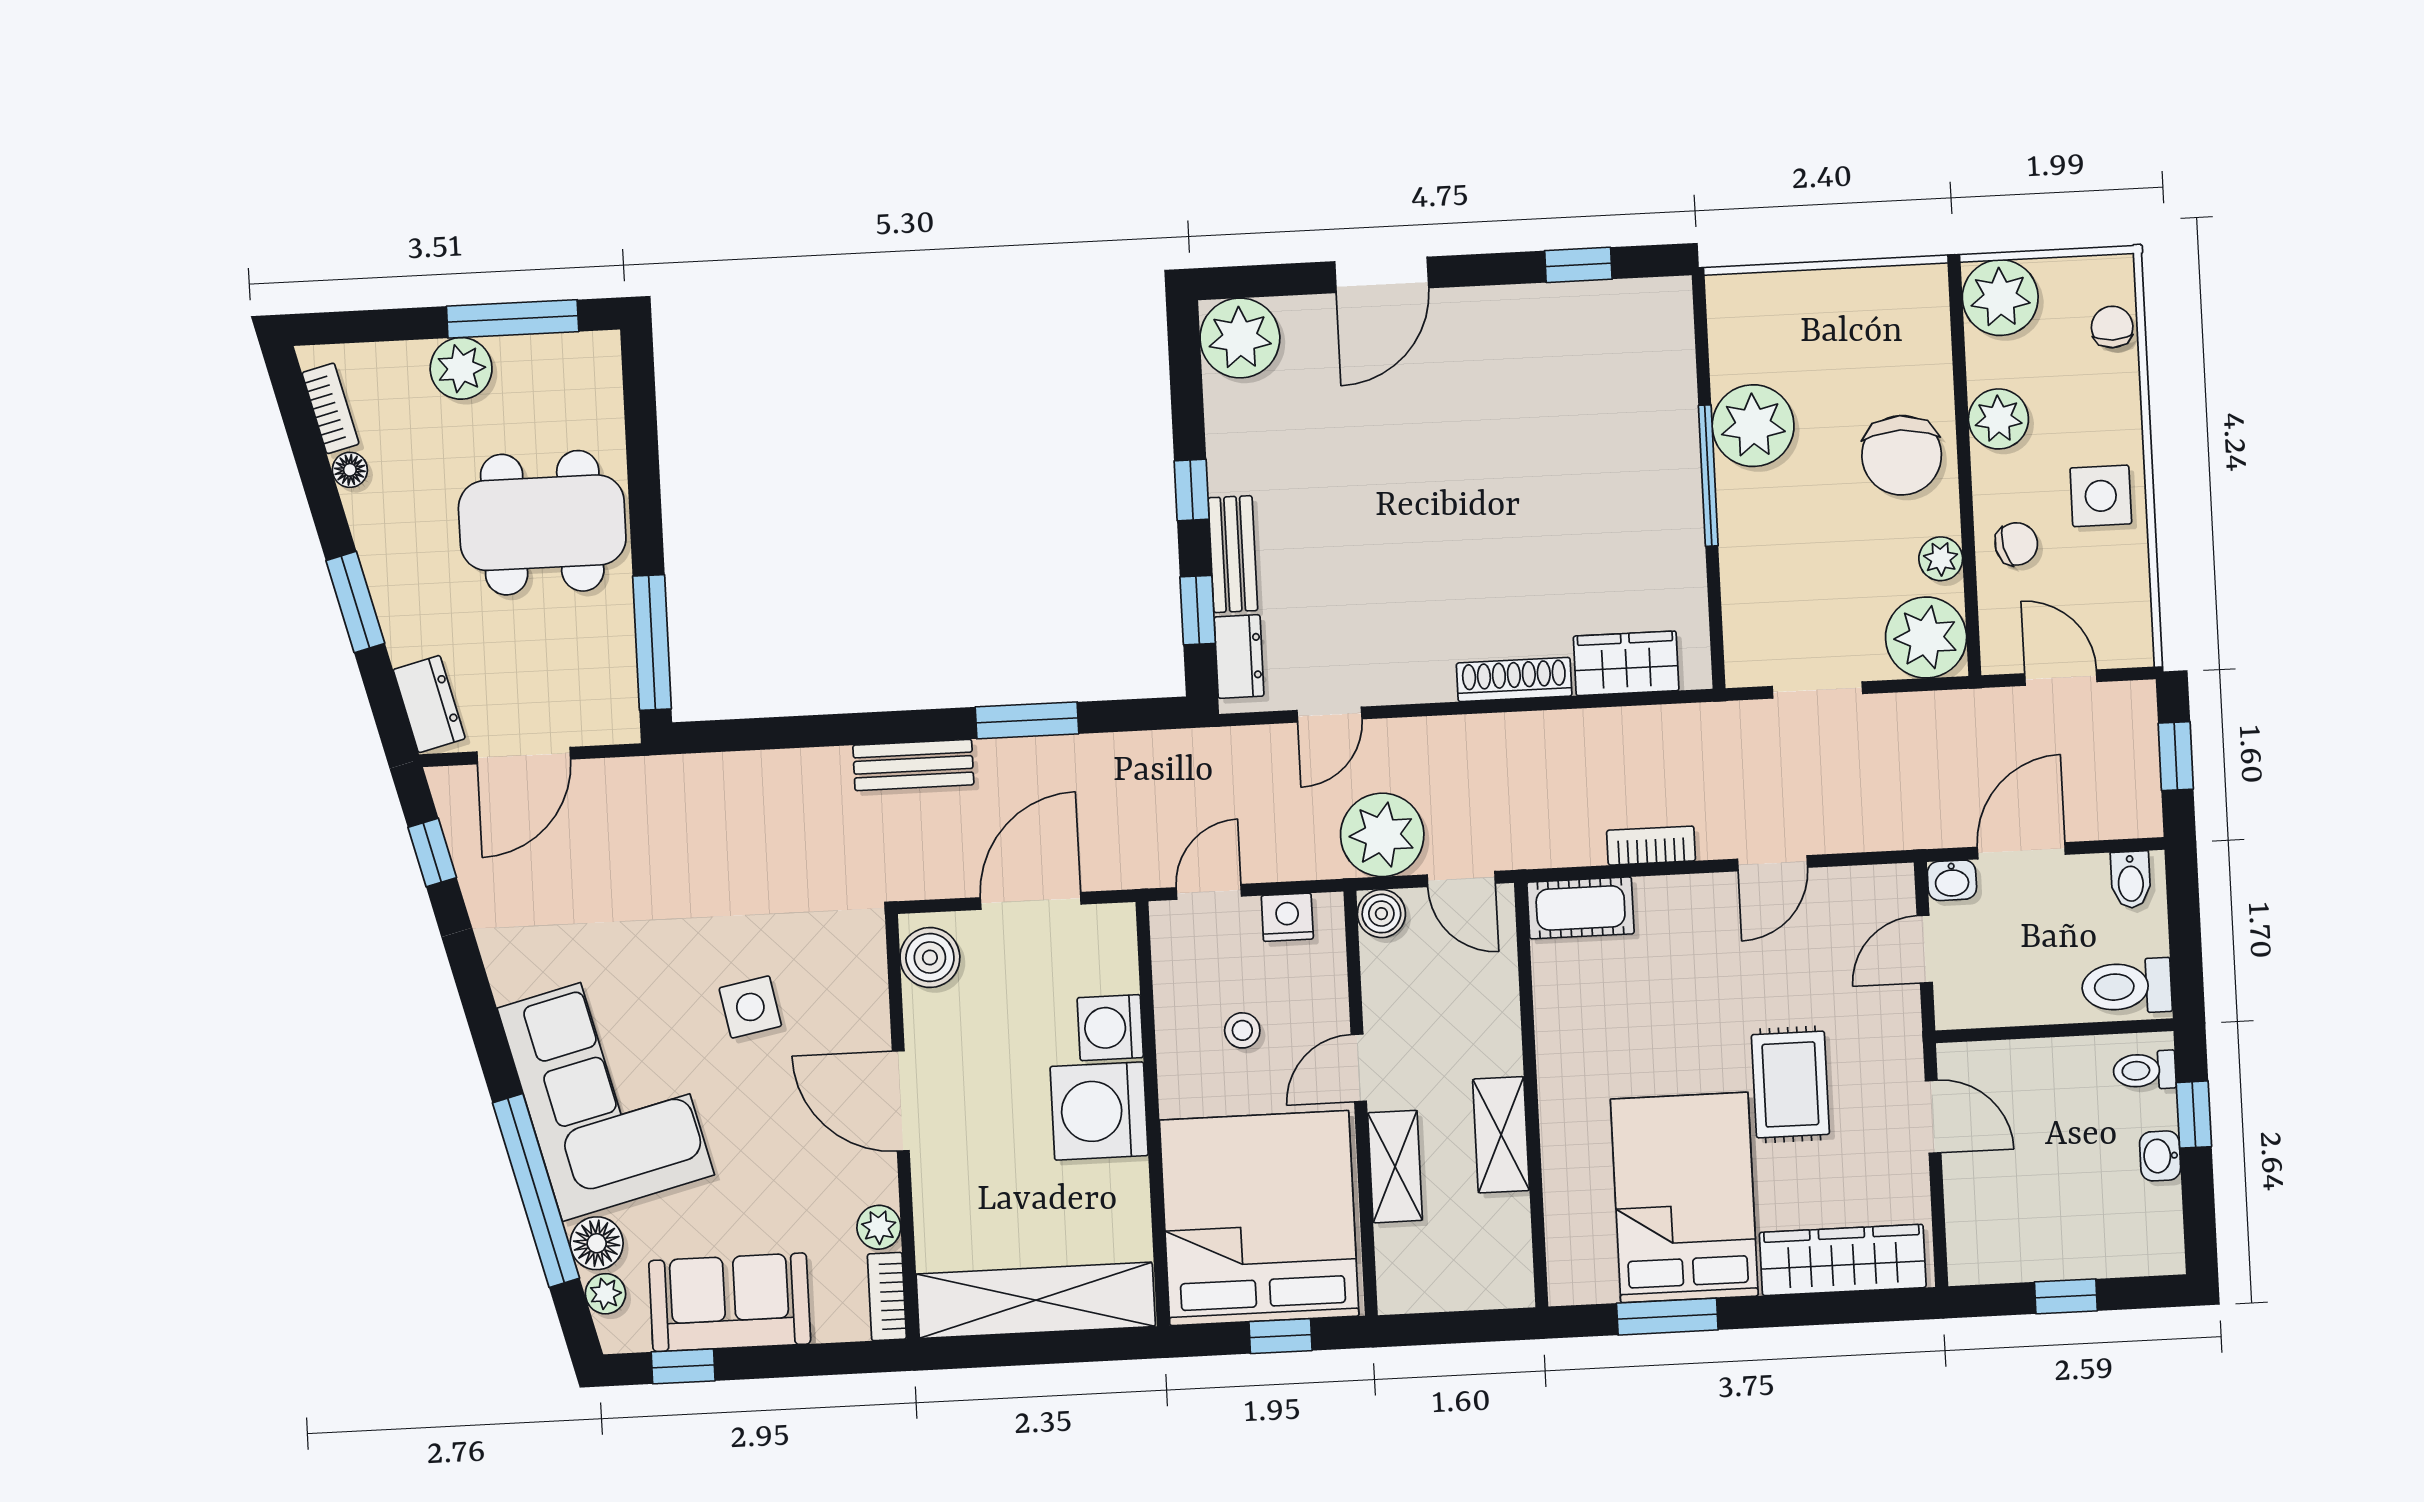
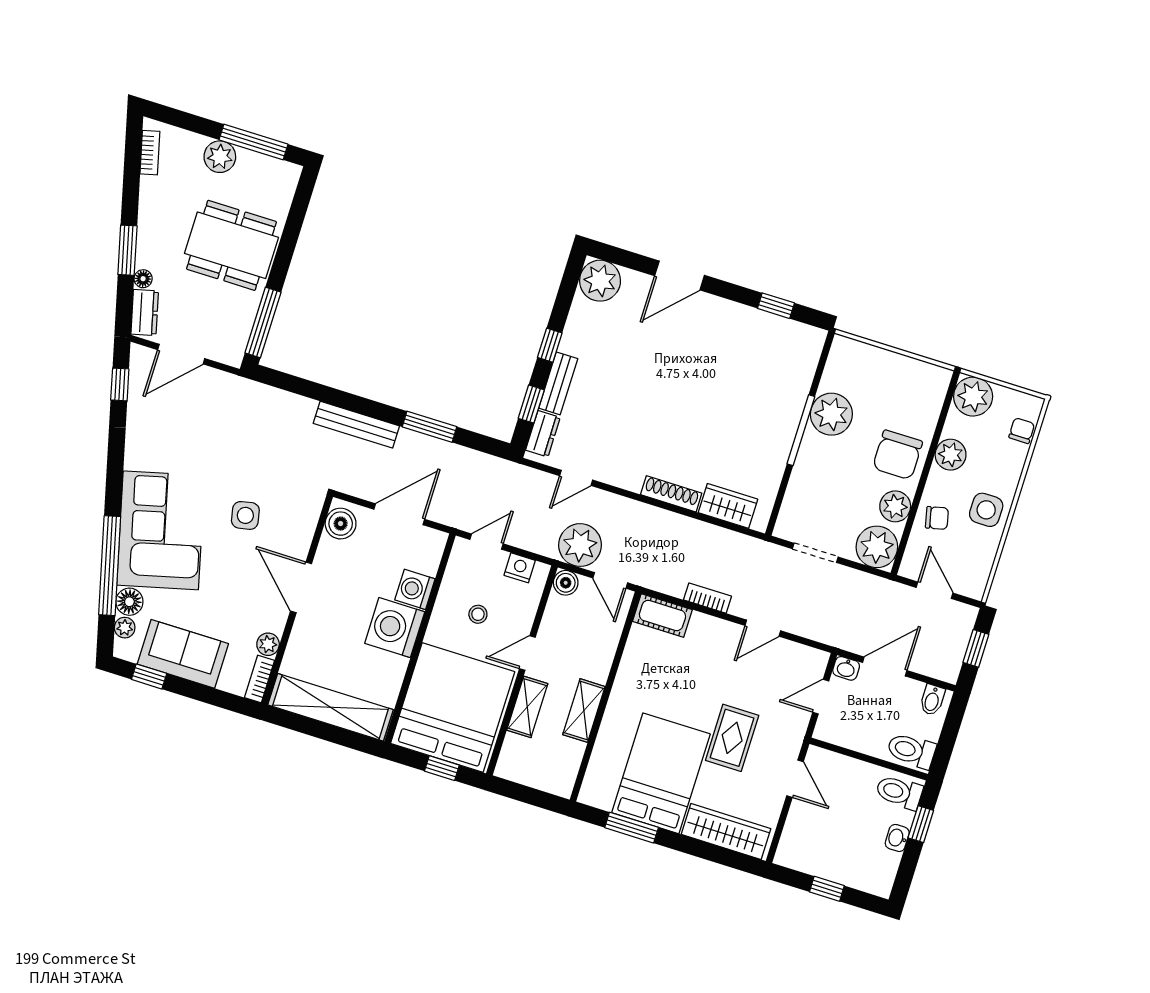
floor lamp: (350, 470) -> (143, 279), moved
plant: (1941, 559) -> (895, 506), width x1.38, depth x1.38
bench: (913, 765) -> (356, 425), width x1.36
toilet: (2145, 1070) -> (899, 792), width x1.37, depth x1.39

